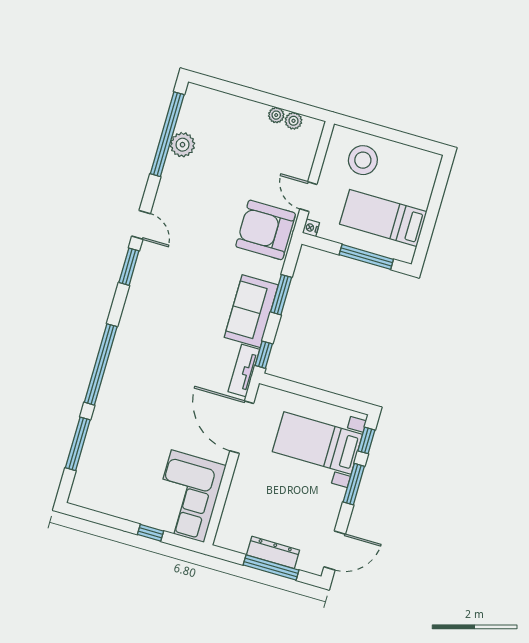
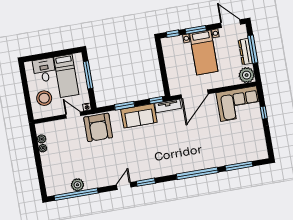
desk: (412, 184) -> (44, 70), added
door: (308, 197) -> (73, 115), swing flipped
bed with nightstands: (317, 443) -> (204, 52), moved
plant: (231, 535) -> (247, 75), added

